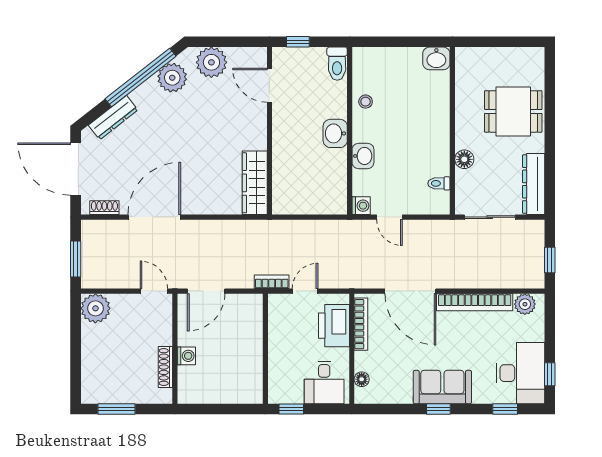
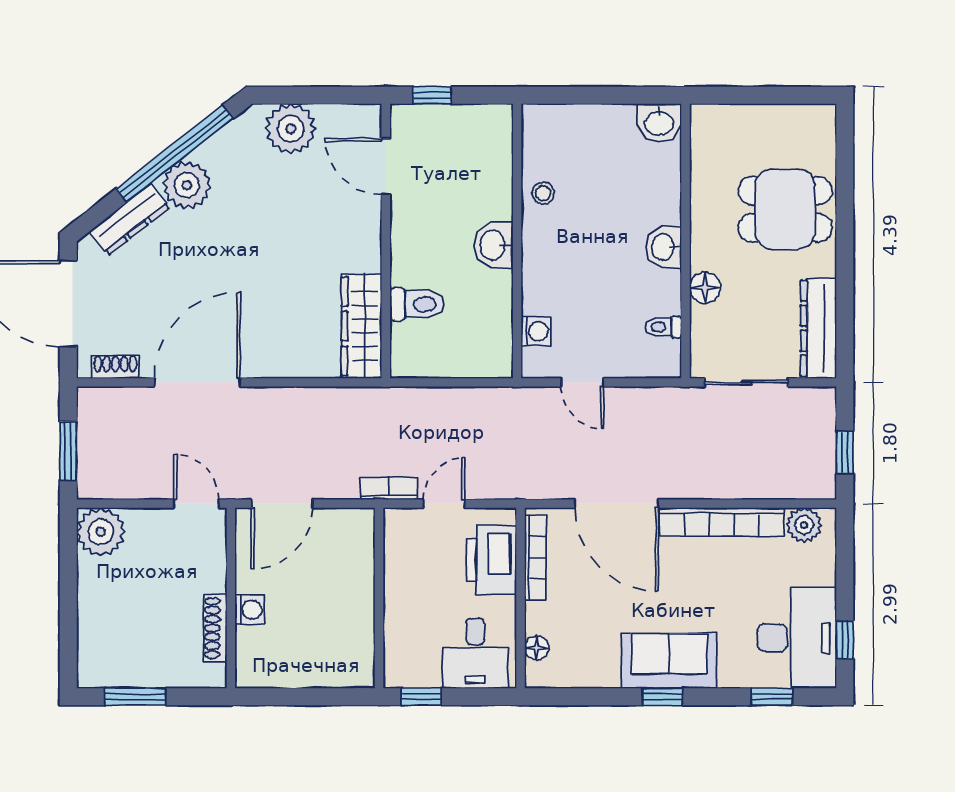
toilet: (337, 64) -> (417, 304), moved, turned -90
plant: (172, 78) -> (187, 185), moved
washbasin: (363, 156) -> (664, 247), moved, turned 180
washing machine: (361, 206) -> (536, 331), moved

